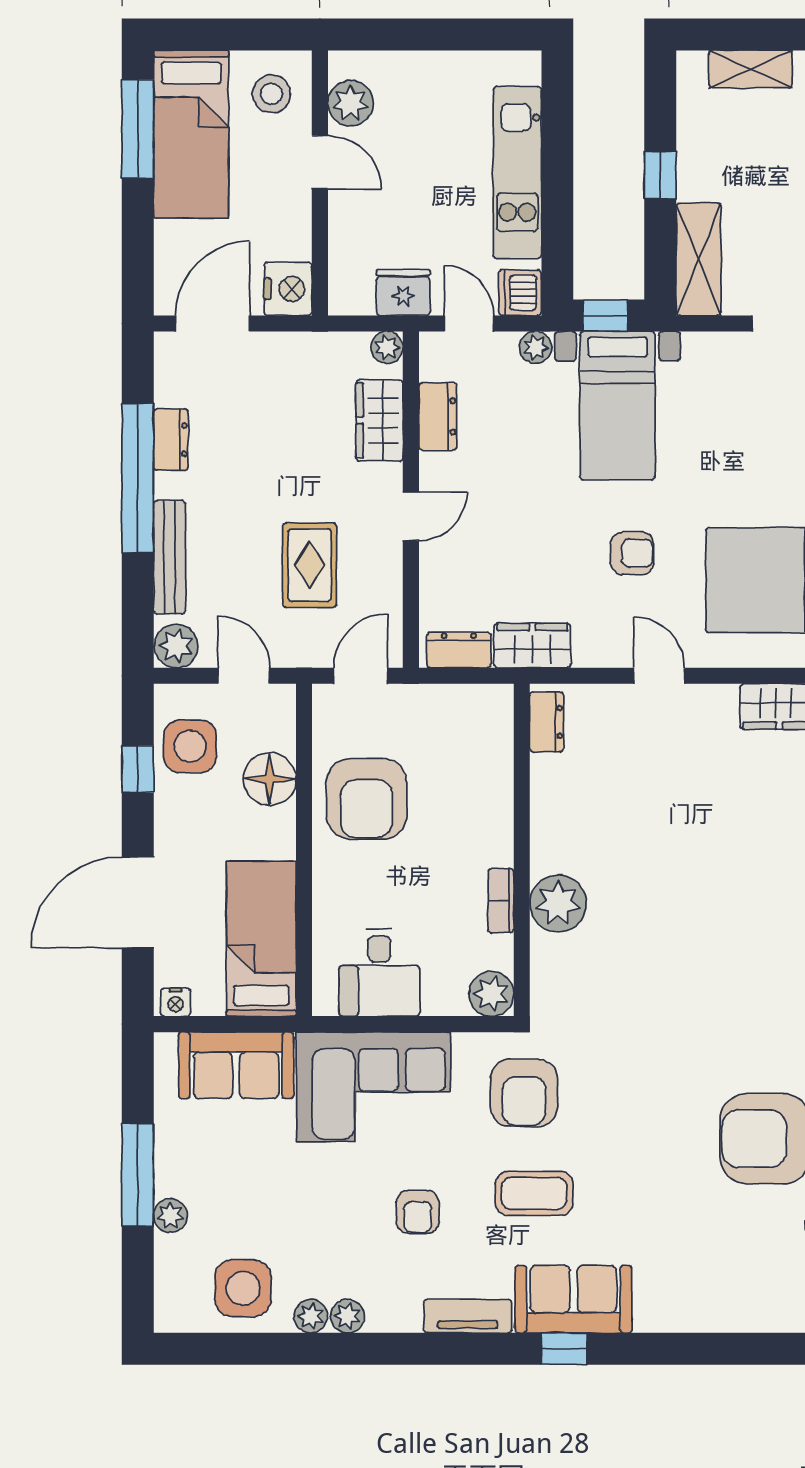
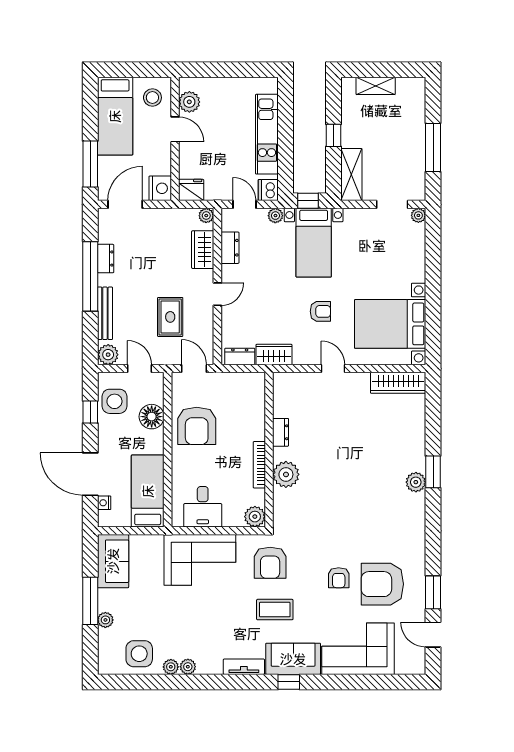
window: (138, 129) -> (90, 164), moved
fridge: (403, 292) -> (191, 190), moved
door: (360, 676) -> (194, 368), hinge flipped
dresser: (547, 722) -> (281, 432), moved
bookcase: (501, 901) -> (259, 465), width x1.56
door: (138, 902) -> (90, 474), hinge flipped
nightstand: (175, 1002) -> (104, 503), moved, turned 90
sofa: (236, 1065) -> (113, 561), moved, turned -90
armchair: (418, 1212) -> (339, 578), moved
corner sofa: (713, 1277) -> (358, 649), added

